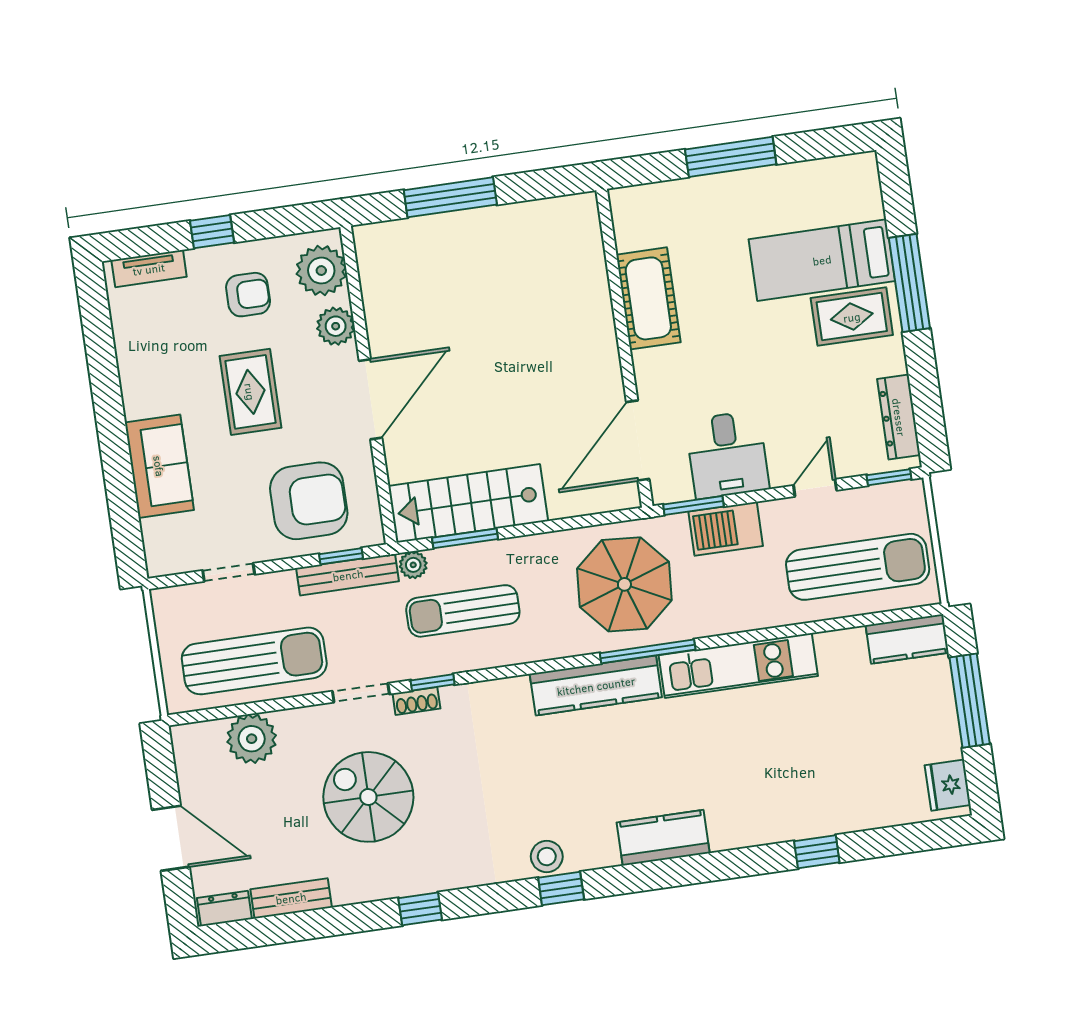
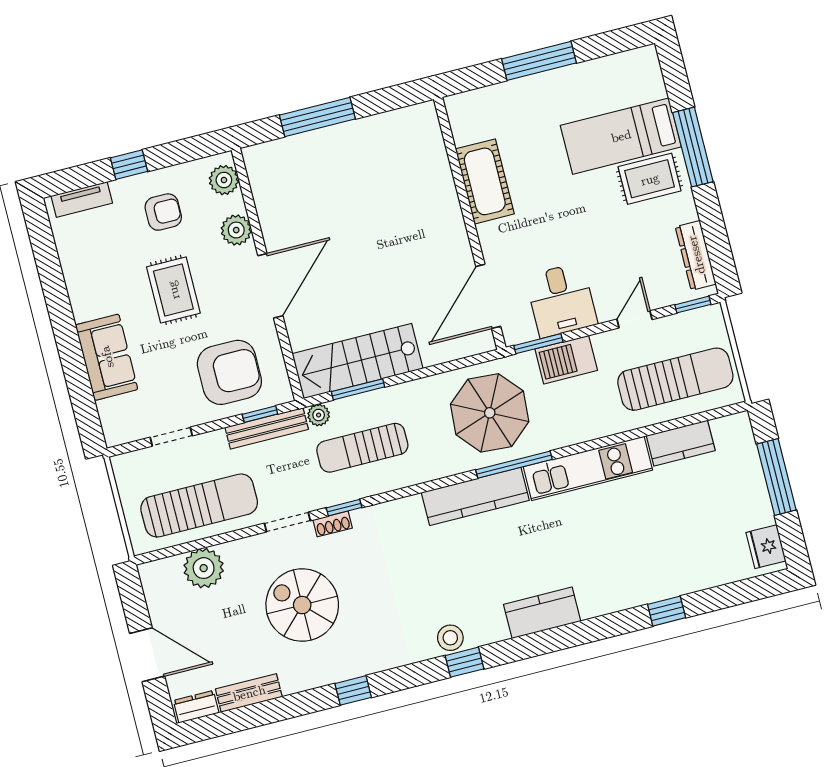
plant: (321, 271) -> (224, 180), width x0.73, depth x0.73
kitchen counter: (907, 639) -> (681, 443), moved

